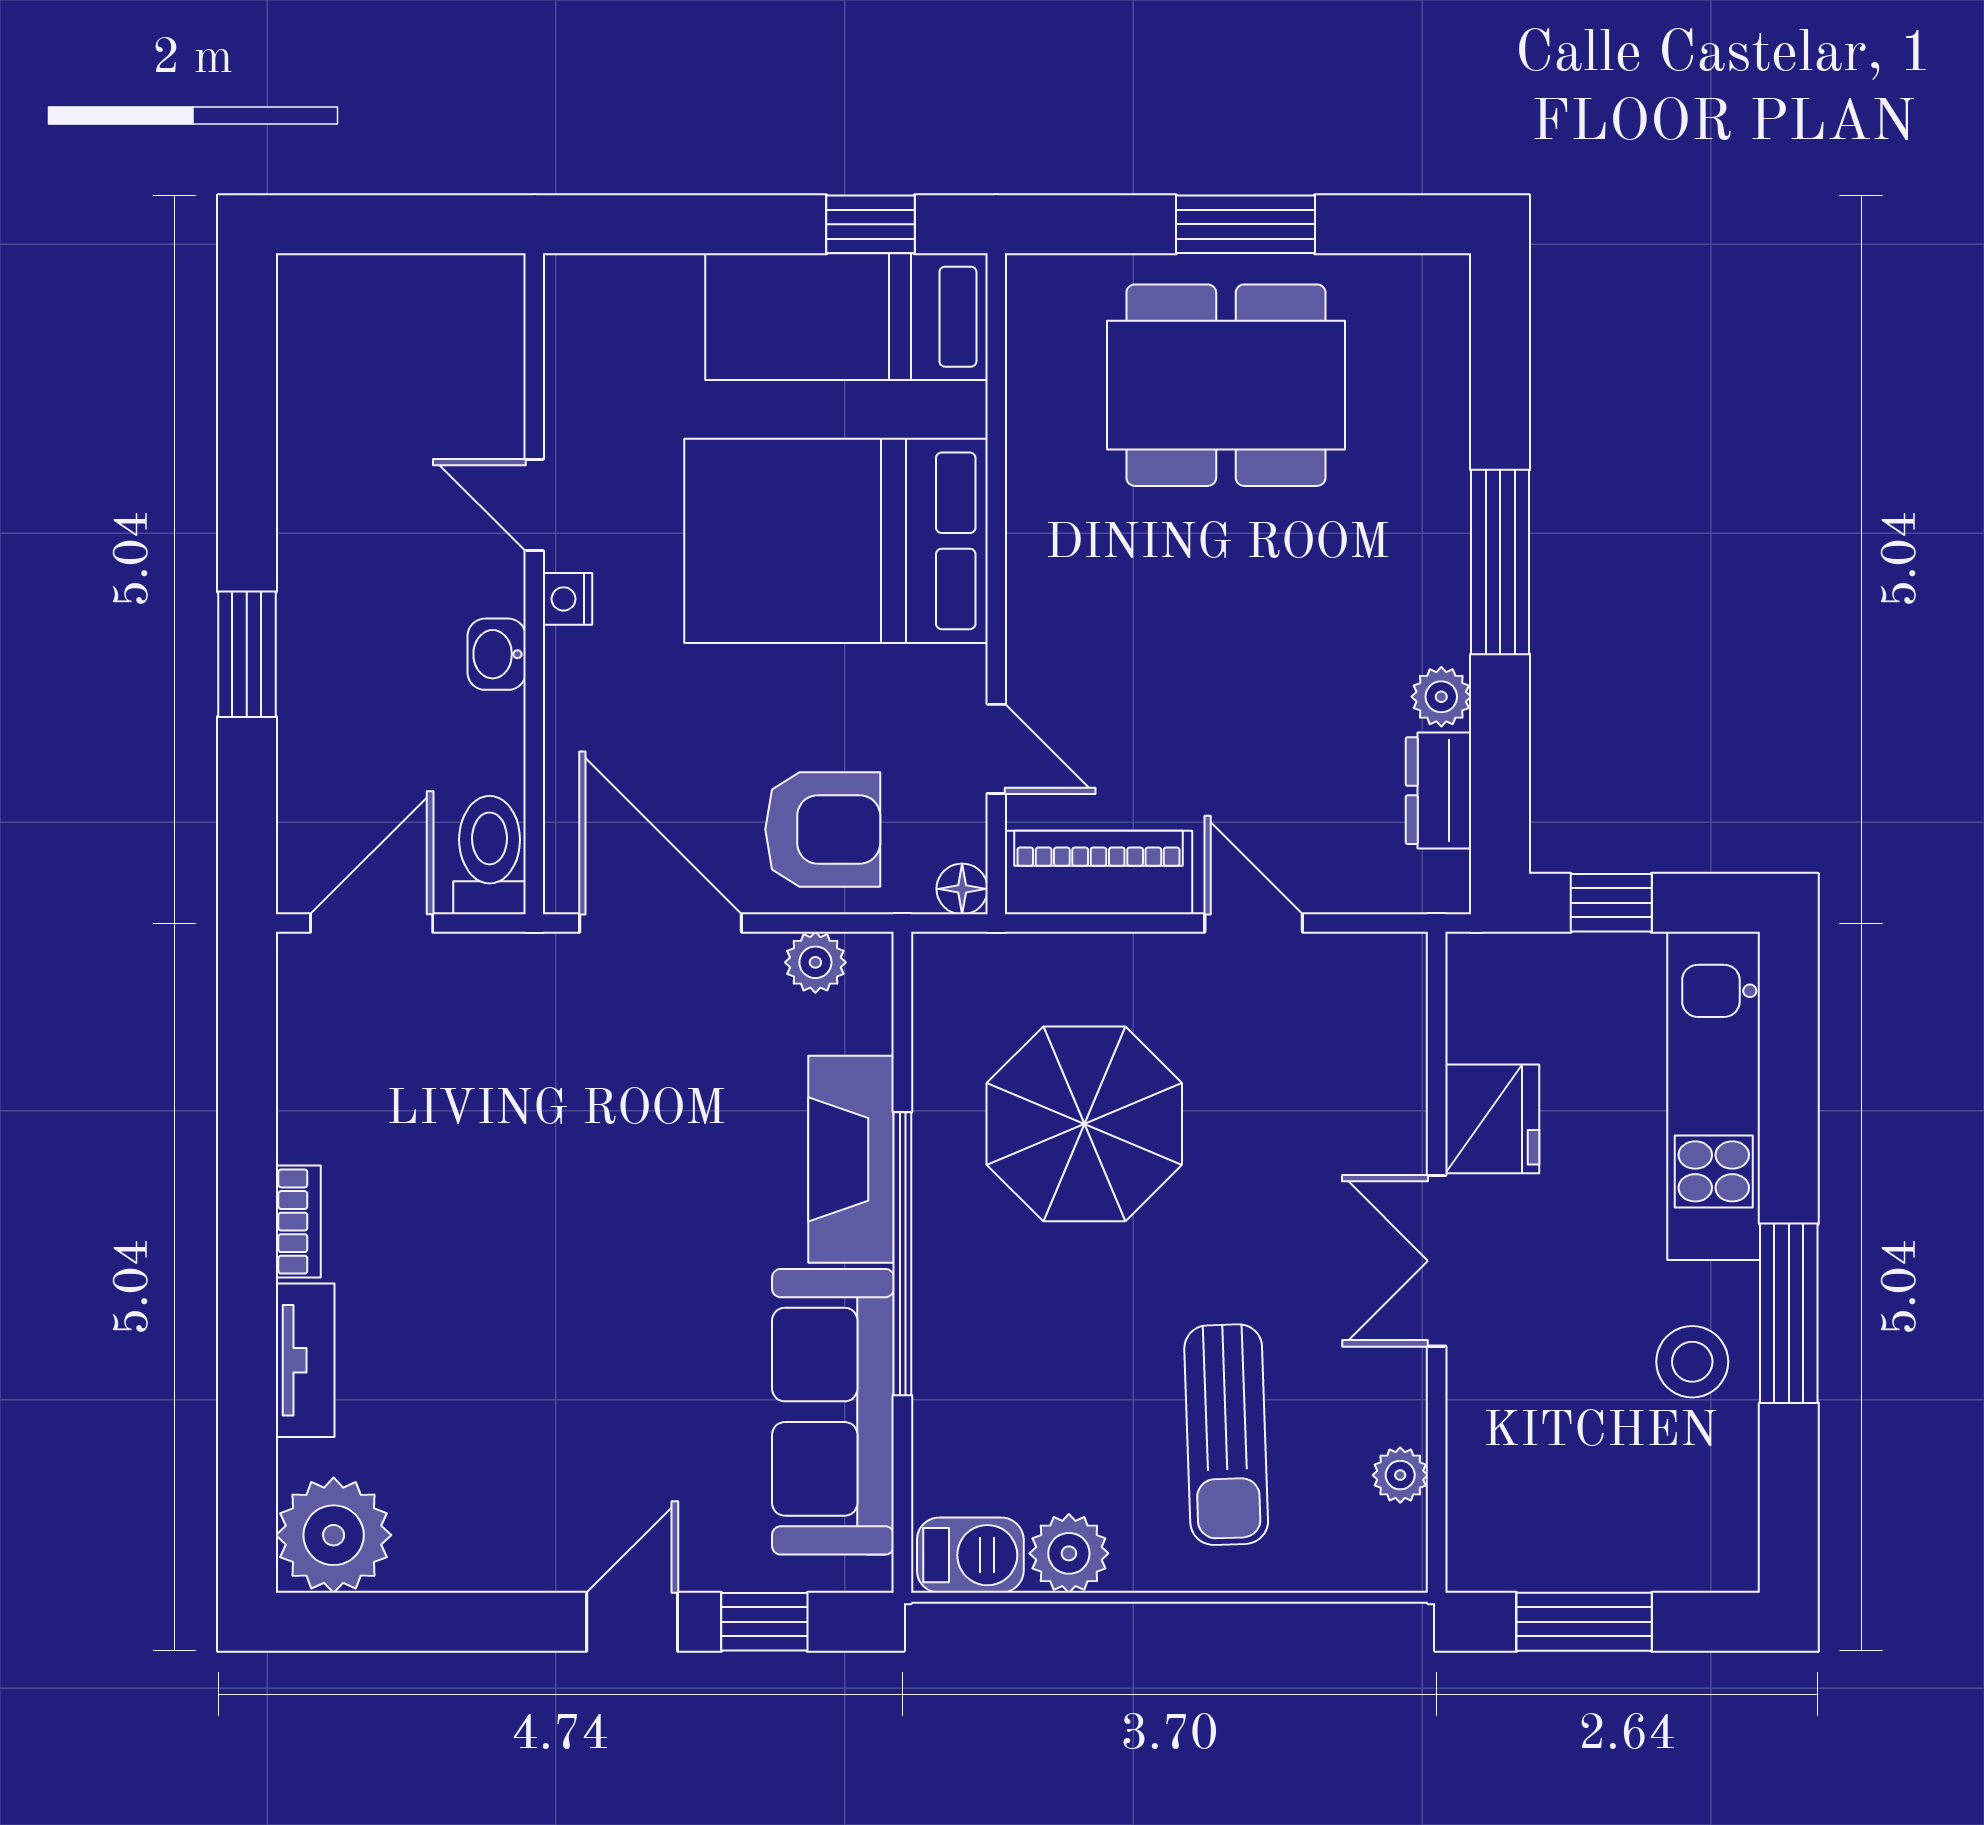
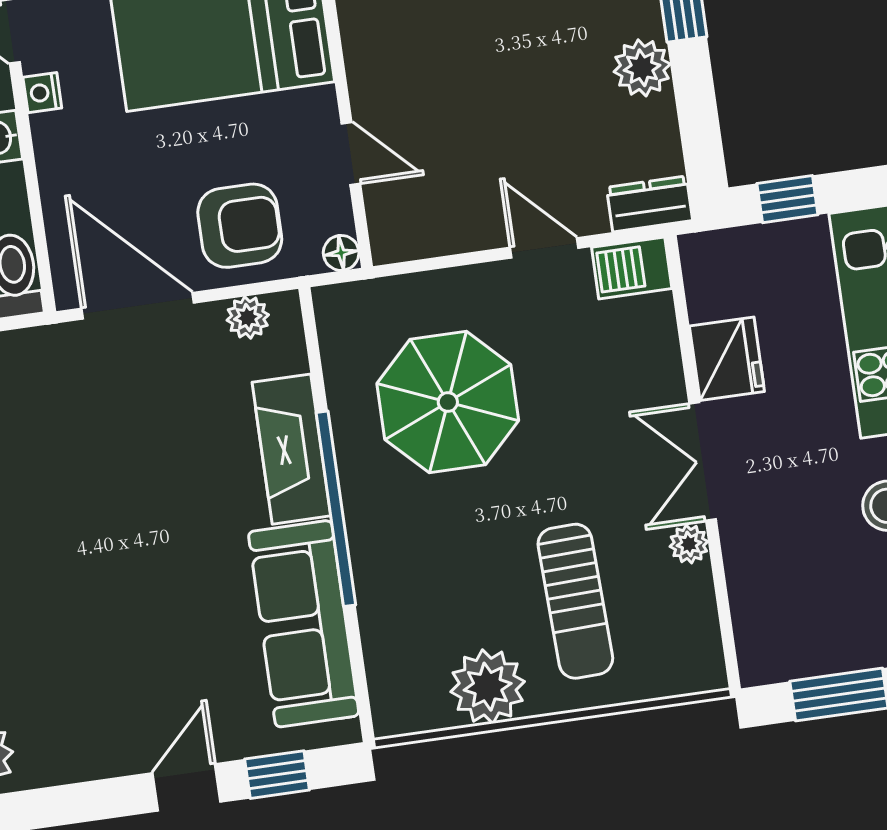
plant: (1441, 697) -> (642, 68), width x1.38, depth x1.38
dresser: (1439, 791) -> (650, 204), moved, turned 90
piano: (1098, 873) -> (433, 228), removed
plant: (1400, 1475) -> (689, 544), moved
plant: (1069, 1553) -> (488, 687), width x1.36, depth x1.36
barbecue: (970, 1555) -> (632, 268), moved, turned 180

